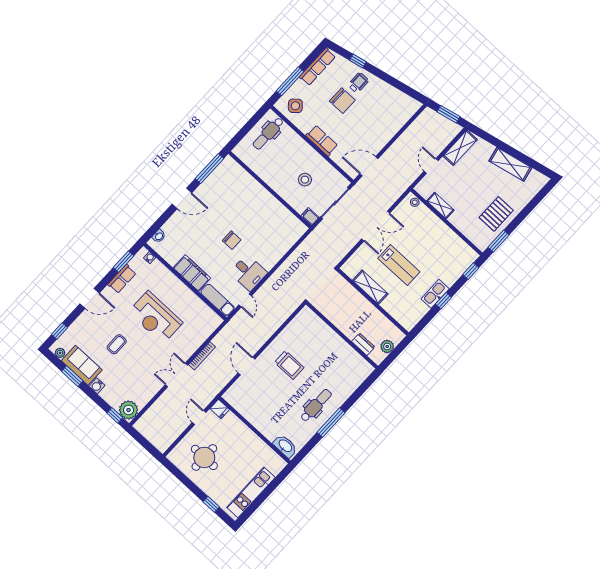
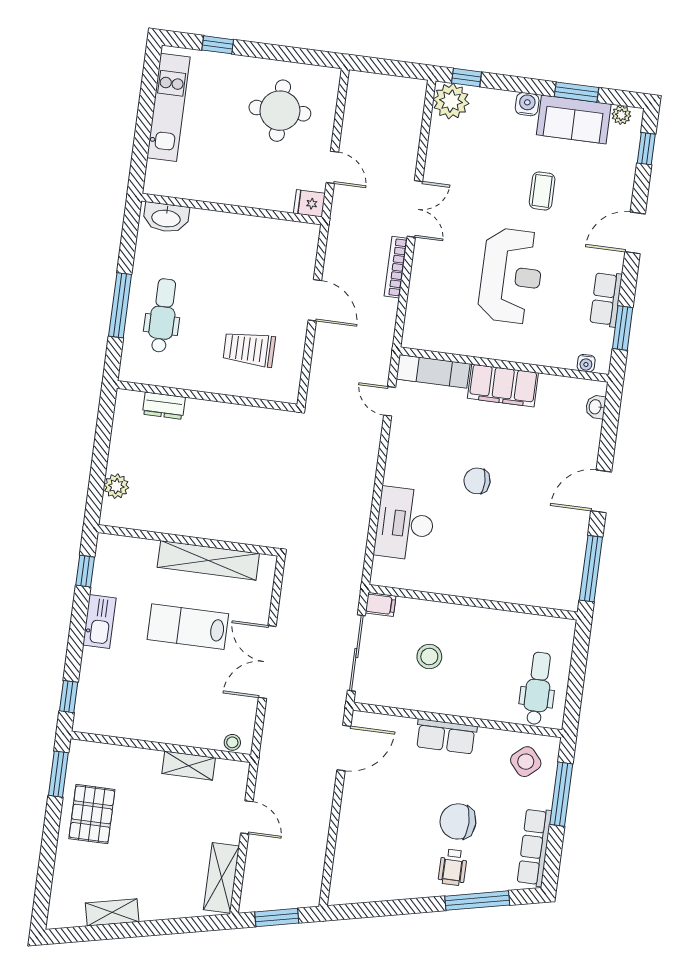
window: (358, 61) -> (477, 901), width x2.17
shelving: (510, 164) -> (112, 912), width x0.67, depth x0.75
desk: (249, 273) -> (405, 524), moved, width x1.37
shelving: (370, 287) -> (208, 560), width x1.47
window: (443, 301) -> (85, 571), moved
reception desk: (155, 317) -> (511, 276), turned 90
wall: (342, 335) -> (207, 396), moved
dresser: (363, 344) -> (164, 406), moved
dental chair: (316, 405) -> (163, 315), turned 180

